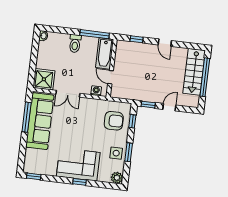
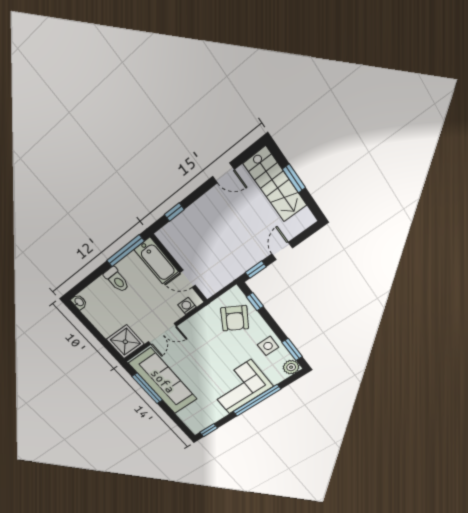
door: (165, 43) -> (223, 173), moved
window: (205, 77) -> (294, 178), width x0.47
armchair: (114, 121) -> (235, 318), turned 121
window: (129, 152) -> (292, 349), moved
window: (79, 182) -> (257, 401), width x3.17

